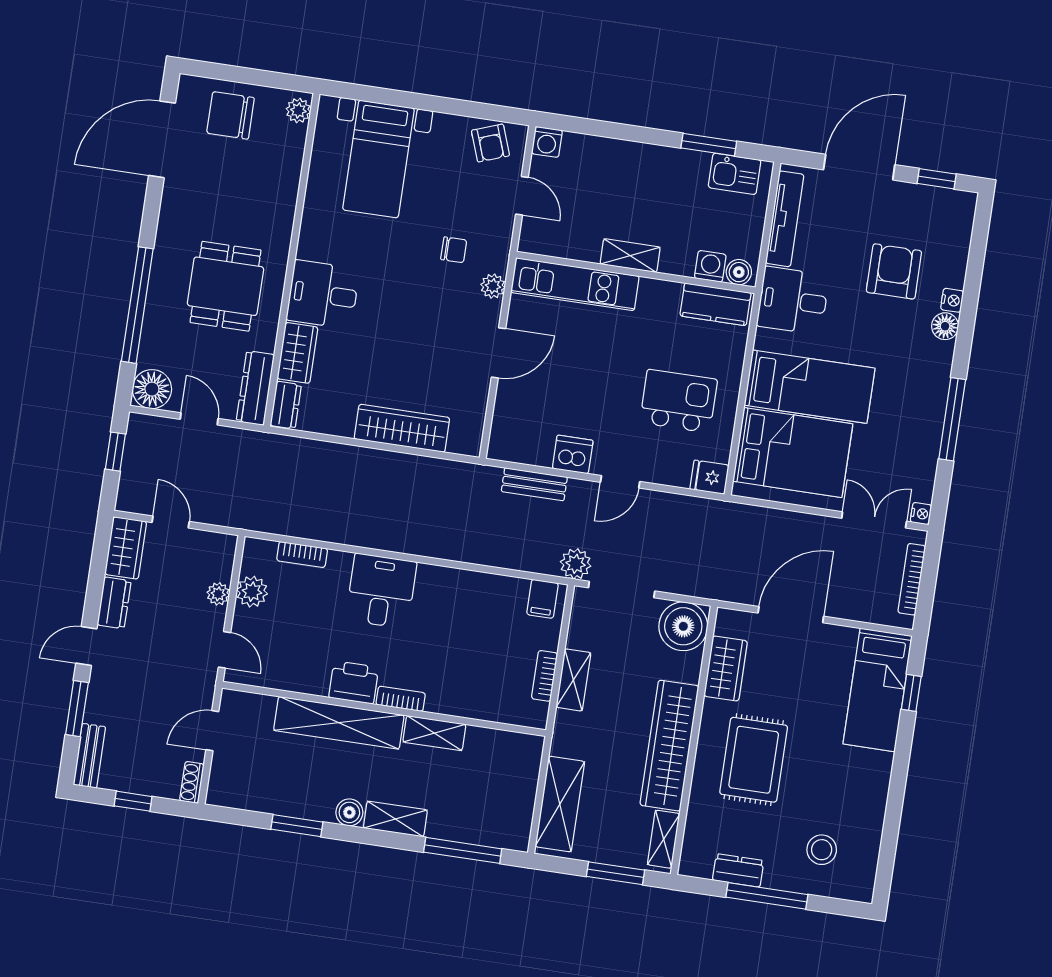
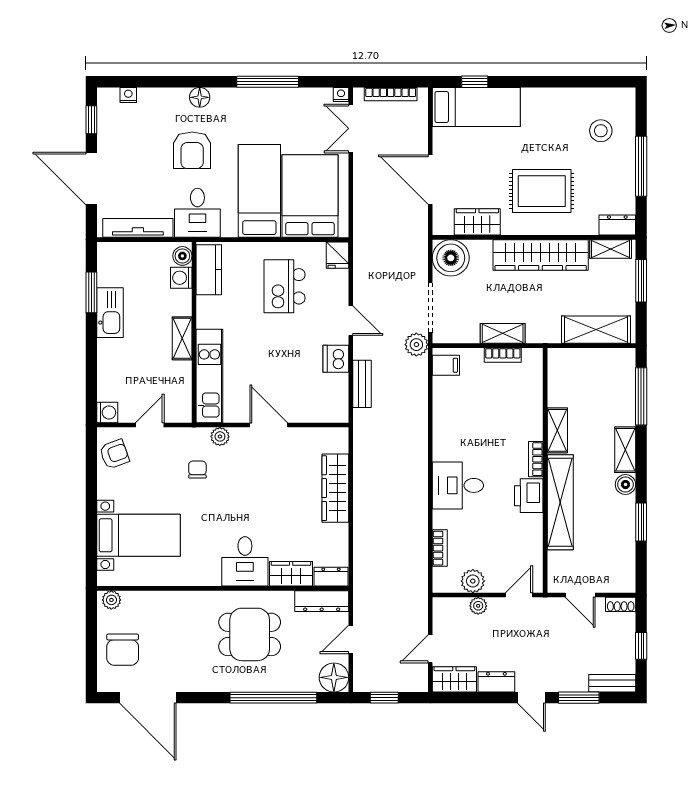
kitchen sink: (735, 174) -> (110, 313), moved, width x1.38
armchair: (894, 271) -> (192, 150), moved, turned -90
nightstand: (952, 300) -> (128, 95), moved
dresser: (738, 870) -> (617, 225), moved, turned 90

